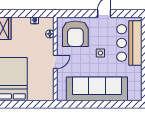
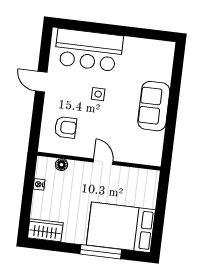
armchair: (75, 34) -> (66, 127), width x0.53, depth x0.53
sofa: (97, 89) -> (154, 106), width x0.54, depth x0.79

